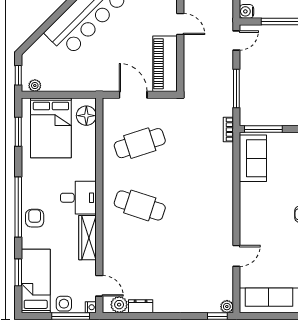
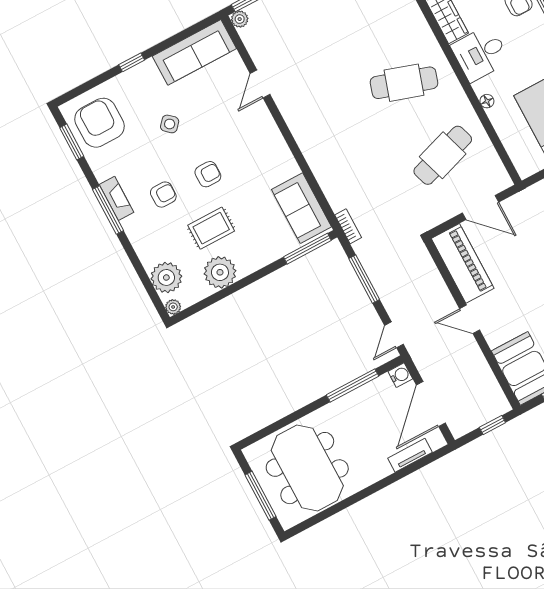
floor lamp: (86, 116) -> (487, 101), moved, width x0.53, depth x0.53

